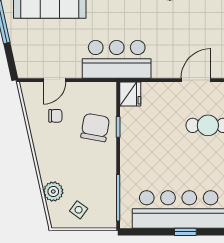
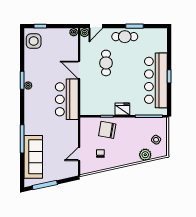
bar counter: (117, 59) -> (67, 99), moved
door: (54, 80) -> (79, 154), swing flipped
fridge: (130, 94) -> (122, 109), moved

